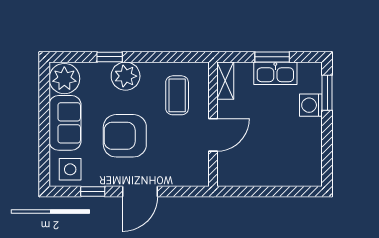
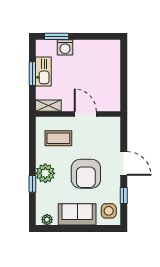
plant: (64, 79) -> (47, 220), width x0.53, depth x0.53

